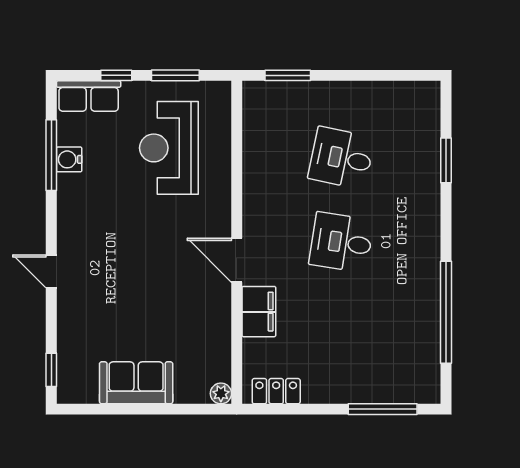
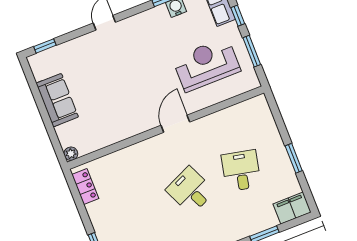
window: (288, 75) -> (294, 158), moved
desk: (341, 242) -> (190, 191), turned -33
door: (237, 260) -> (175, 124), moved
filing cabinet: (259, 312) -> (292, 208), moved, turned 180

